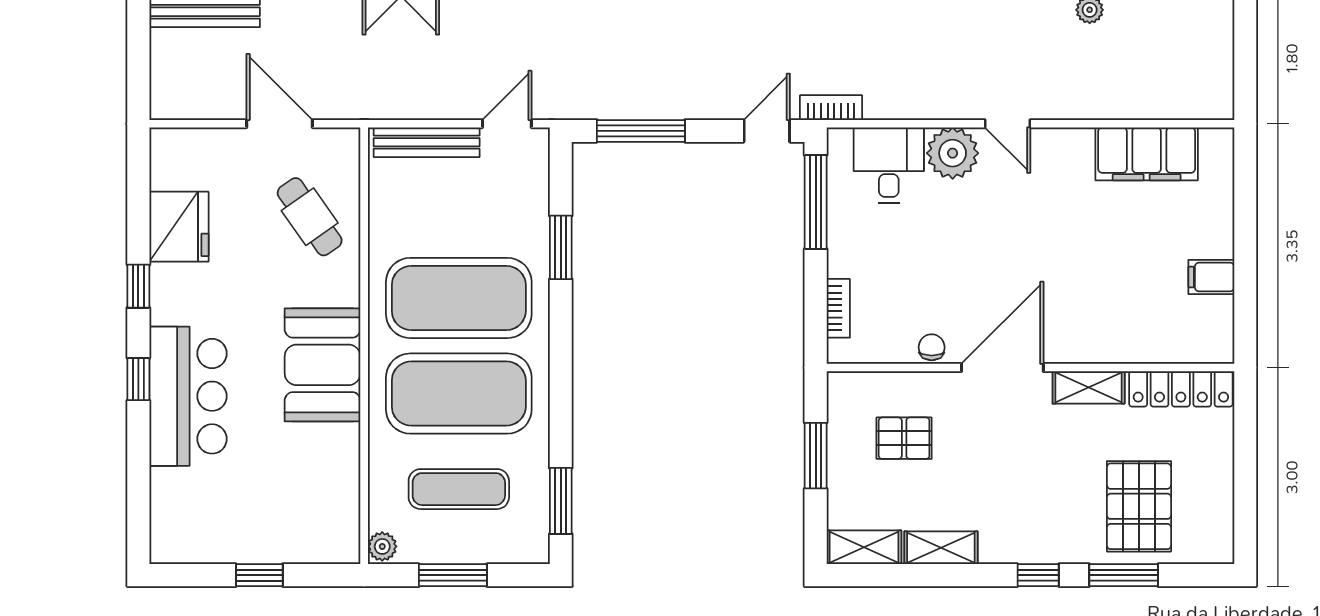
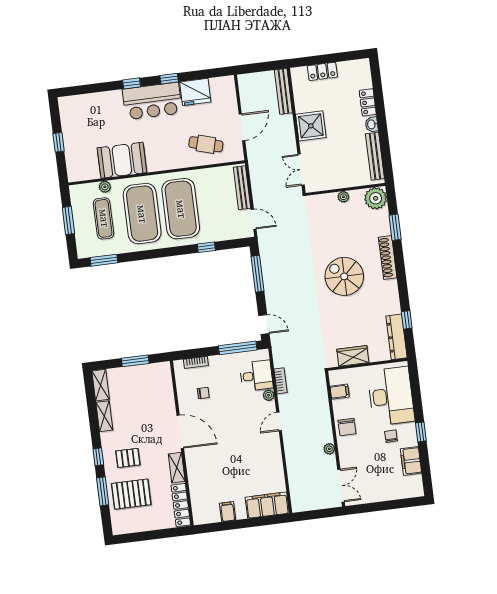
bookcase: (831, 108) -> (281, 381), moved
plant: (953, 153) -> (269, 395), width x0.53, depth x0.53
filing cabinet: (1147, 154) -> (267, 505), moved, turned 90
cafe table: (310, 217) -> (206, 144), turned 51
window: (561, 247) -> (206, 247), width x0.67
chair: (932, 347) -> (203, 393), moved
booth: (323, 365) -> (122, 160), moved
bar counter: (188, 396) -> (152, 101), moved
pallet: (904, 438) -> (128, 458), moved, turned 90
plant: (382, 546) -> (105, 187), moved

